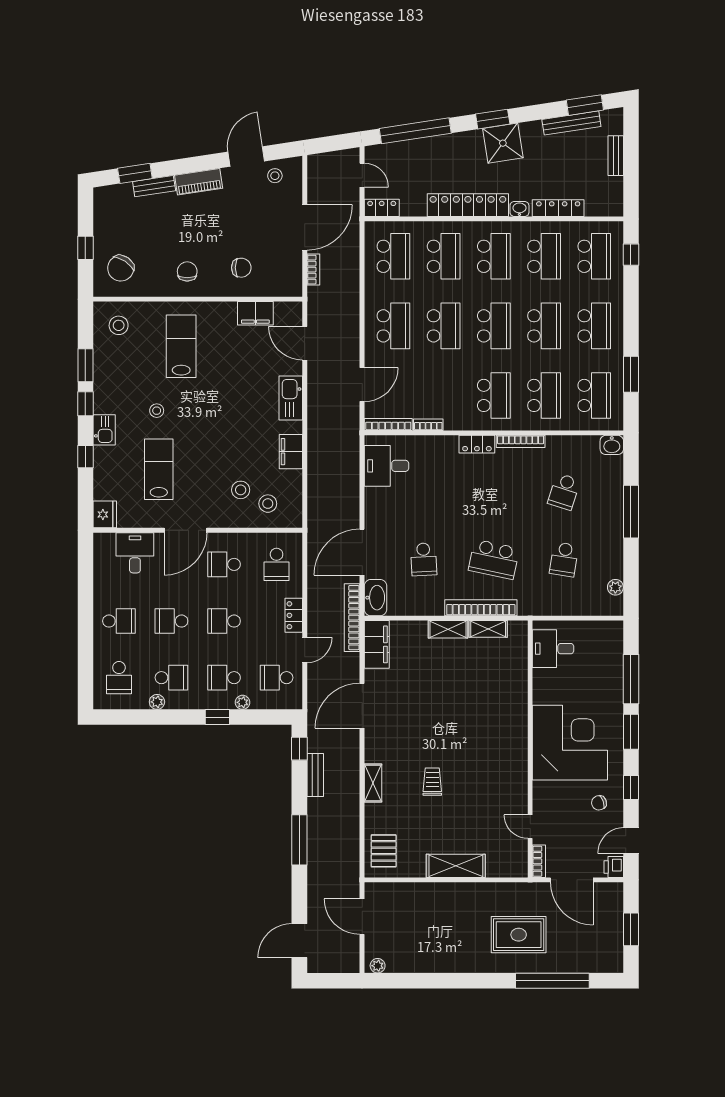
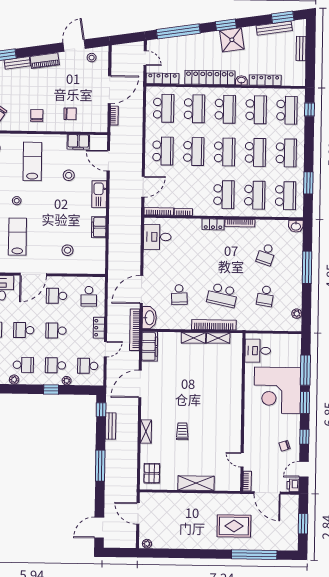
locker: (382, 208) -> (162, 78), width x1.53
stool: (268, 504) -> (69, 175), moved
corner desk: (570, 743) -> (277, 390), moved, turned 180

